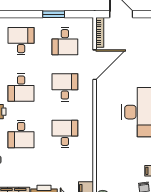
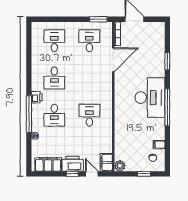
window: (54, 14) -> (98, 19), moved
desk: (65, 41) -> (89, 41), turned 180
desk: (65, 88) -> (89, 78), removed

